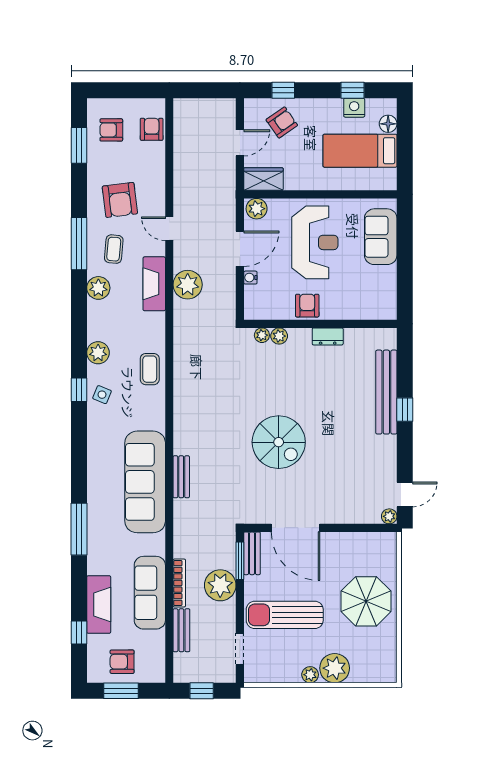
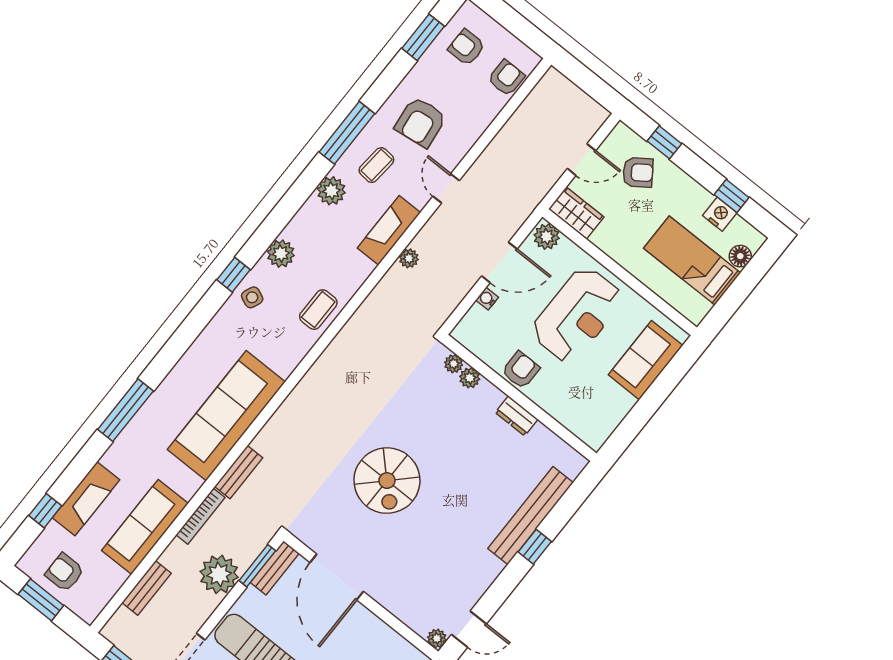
plant: (188, 285) -> (409, 258), width x0.53, depth x0.53
bench: (181, 477) -> (239, 472), moved
bookcase: (179, 583) -> (201, 516), moved

